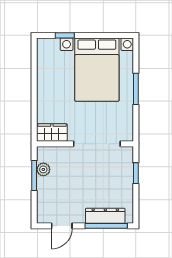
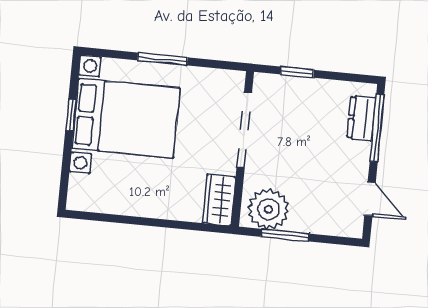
window: (65, 35) -> (71, 115), moved
plant: (43, 169) -> (268, 209), width x1.88, depth x1.88
dresser: (105, 216) -> (362, 118), width x0.70

